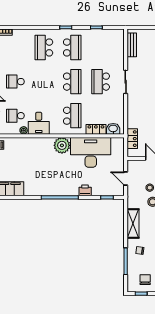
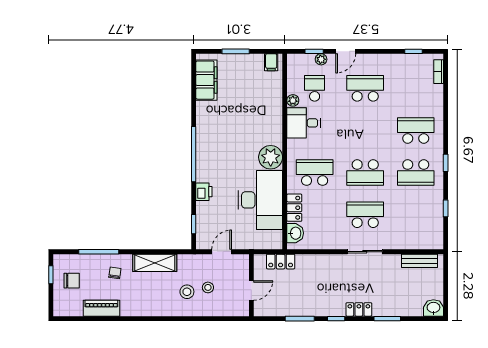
school desk: (15, 82) -> (365, 88), width x1.85
school desk: (72, 116) -> (315, 173), turned 180

